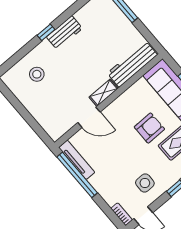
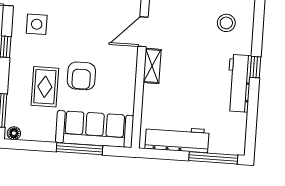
workbench: (64, 33) -> (239, 83), width x1.38
workbench: (132, 64) -> (177, 139), moved, turned -90

